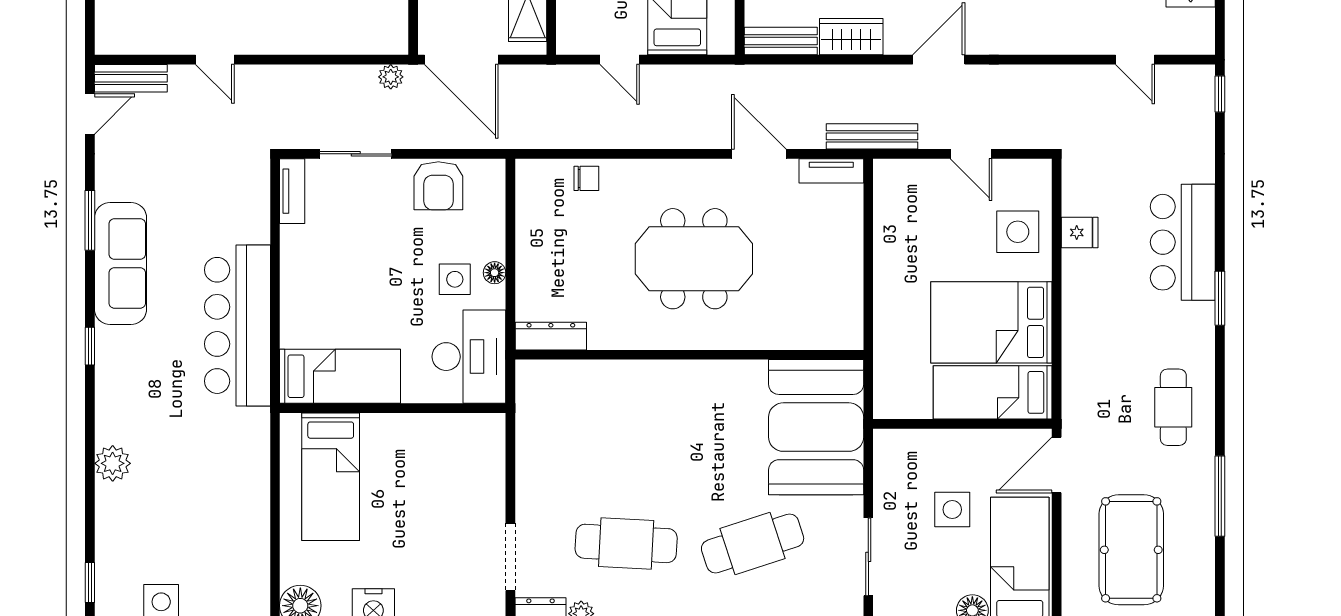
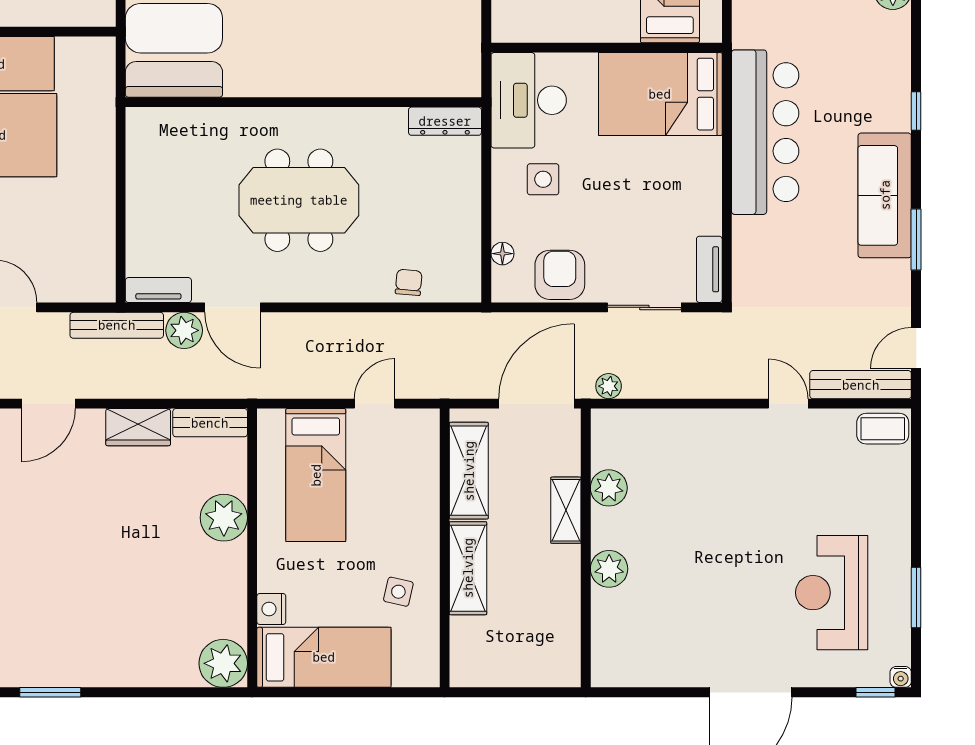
coffee table: (122, 35) -> (883, 429), added
door: (461, 60) -> (536, 404), hinge flipped
door: (620, 60) -> (375, 404), hinge flipped
bench: (131, 78) -> (861, 385), width x1.36
plant: (806, 131) -> (184, 330), added
chair: (586, 178) -> (409, 282), turned 95
floor lamp: (495, 273) -> (502, 254), moved
bed: (340, 376) -> (660, 94), width x1.50

